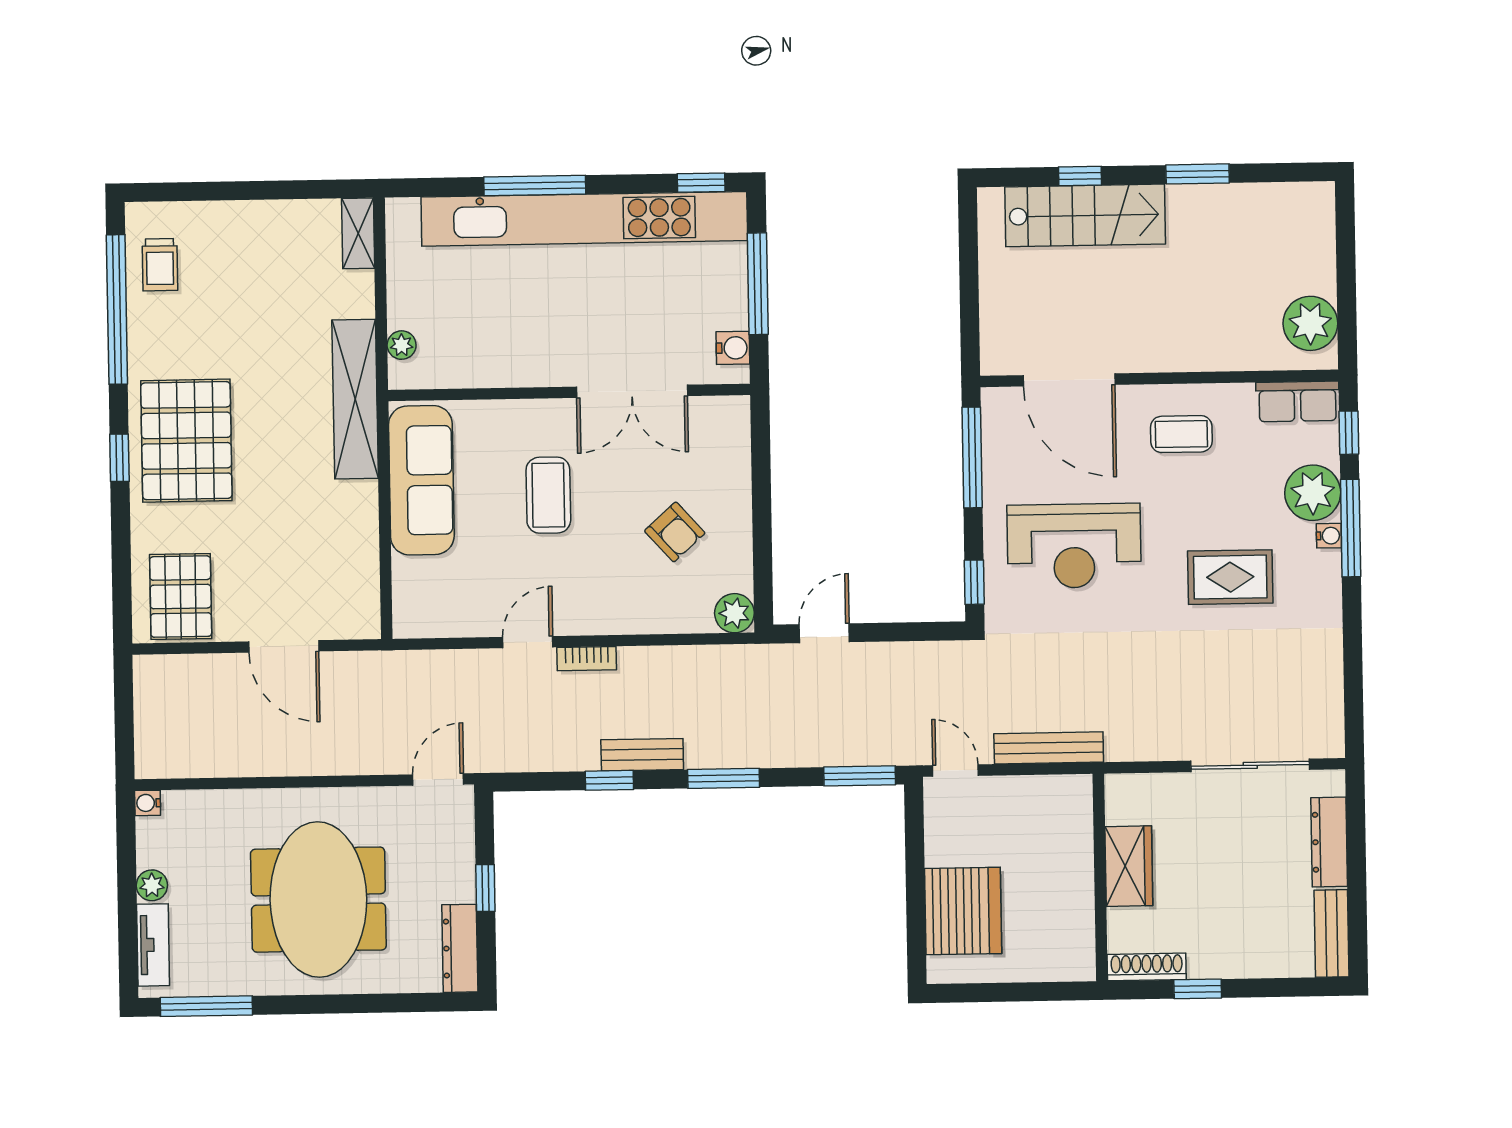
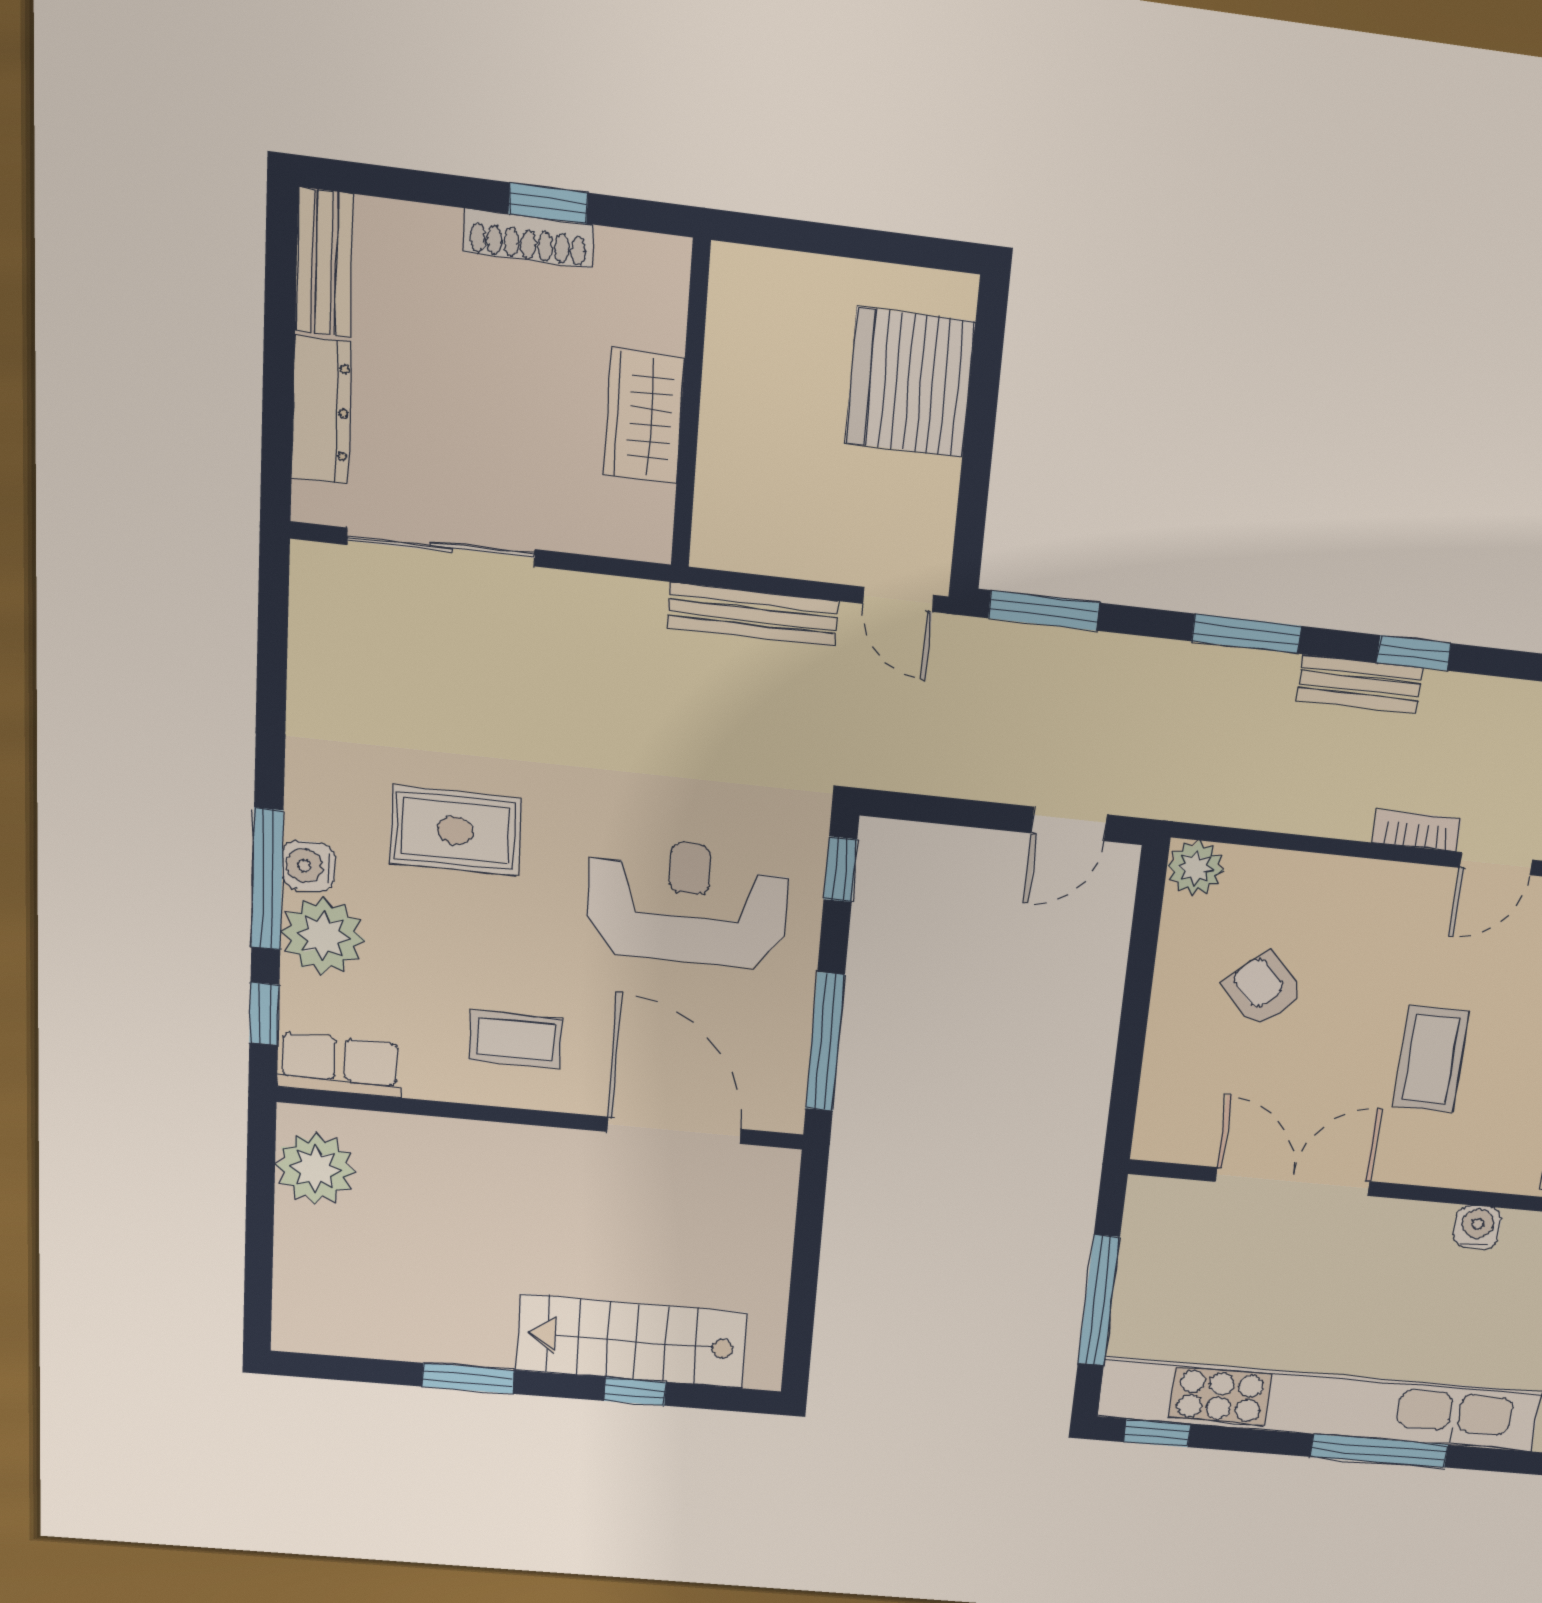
water cooler: (733, 348) -> (1477, 1227), moved, turned 90
water cooler: (1329, 536) -> (309, 866), width x1.38, depth x1.38
shoe rack: (1147, 967) -> (528, 238), moved

